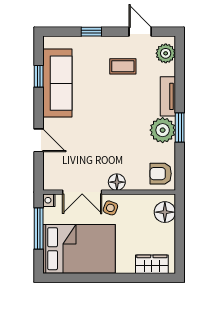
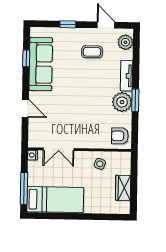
floor lamp: (117, 182) -> (86, 142), removed
side table: (110, 208) -> (100, 164), moved
floor lamp: (165, 212) -> (123, 166), removed
window: (39, 229) -> (24, 188), moved
bed: (79, 249) -> (55, 200), width x0.67
wardrobe: (152, 264) -> (123, 188), moved, turned -90

